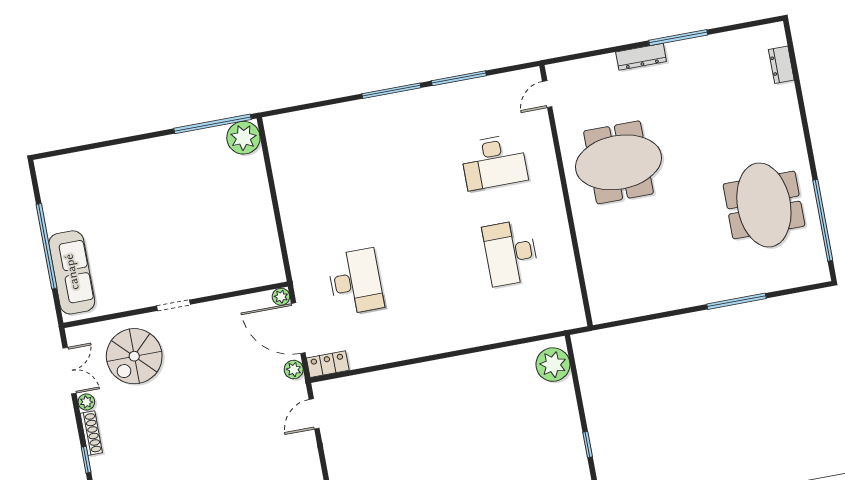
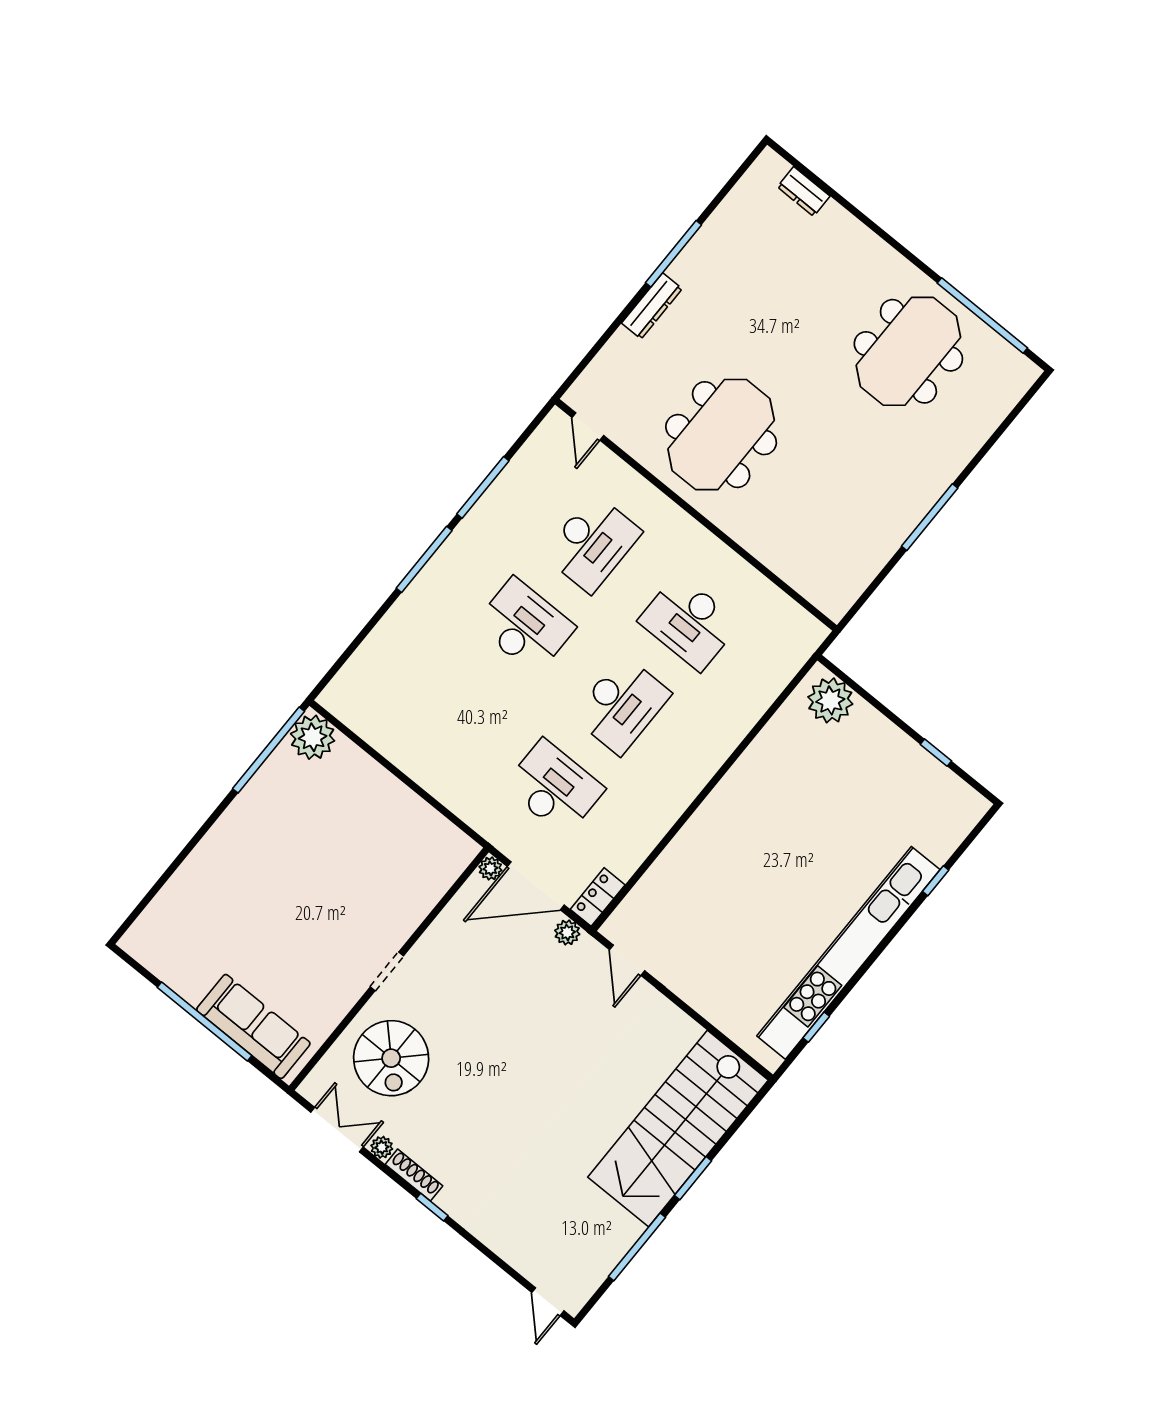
desk: (416, 176) -> (525, 626), added
meeting table: (764, 205) -> (908, 351), turned 90
desk: (433, 267) -> (622, 705), added
window: (737, 301) -> (930, 517), moved

